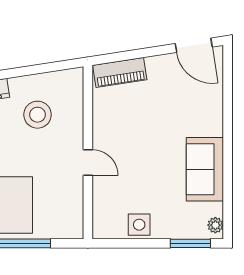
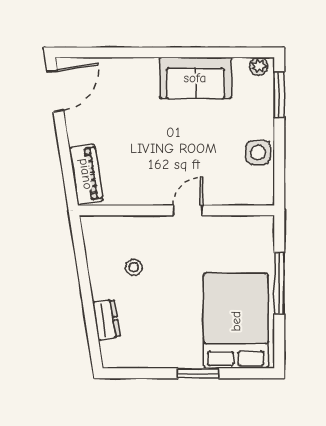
stool: (37, 115) -> (134, 267), width x0.53, depth x0.53

